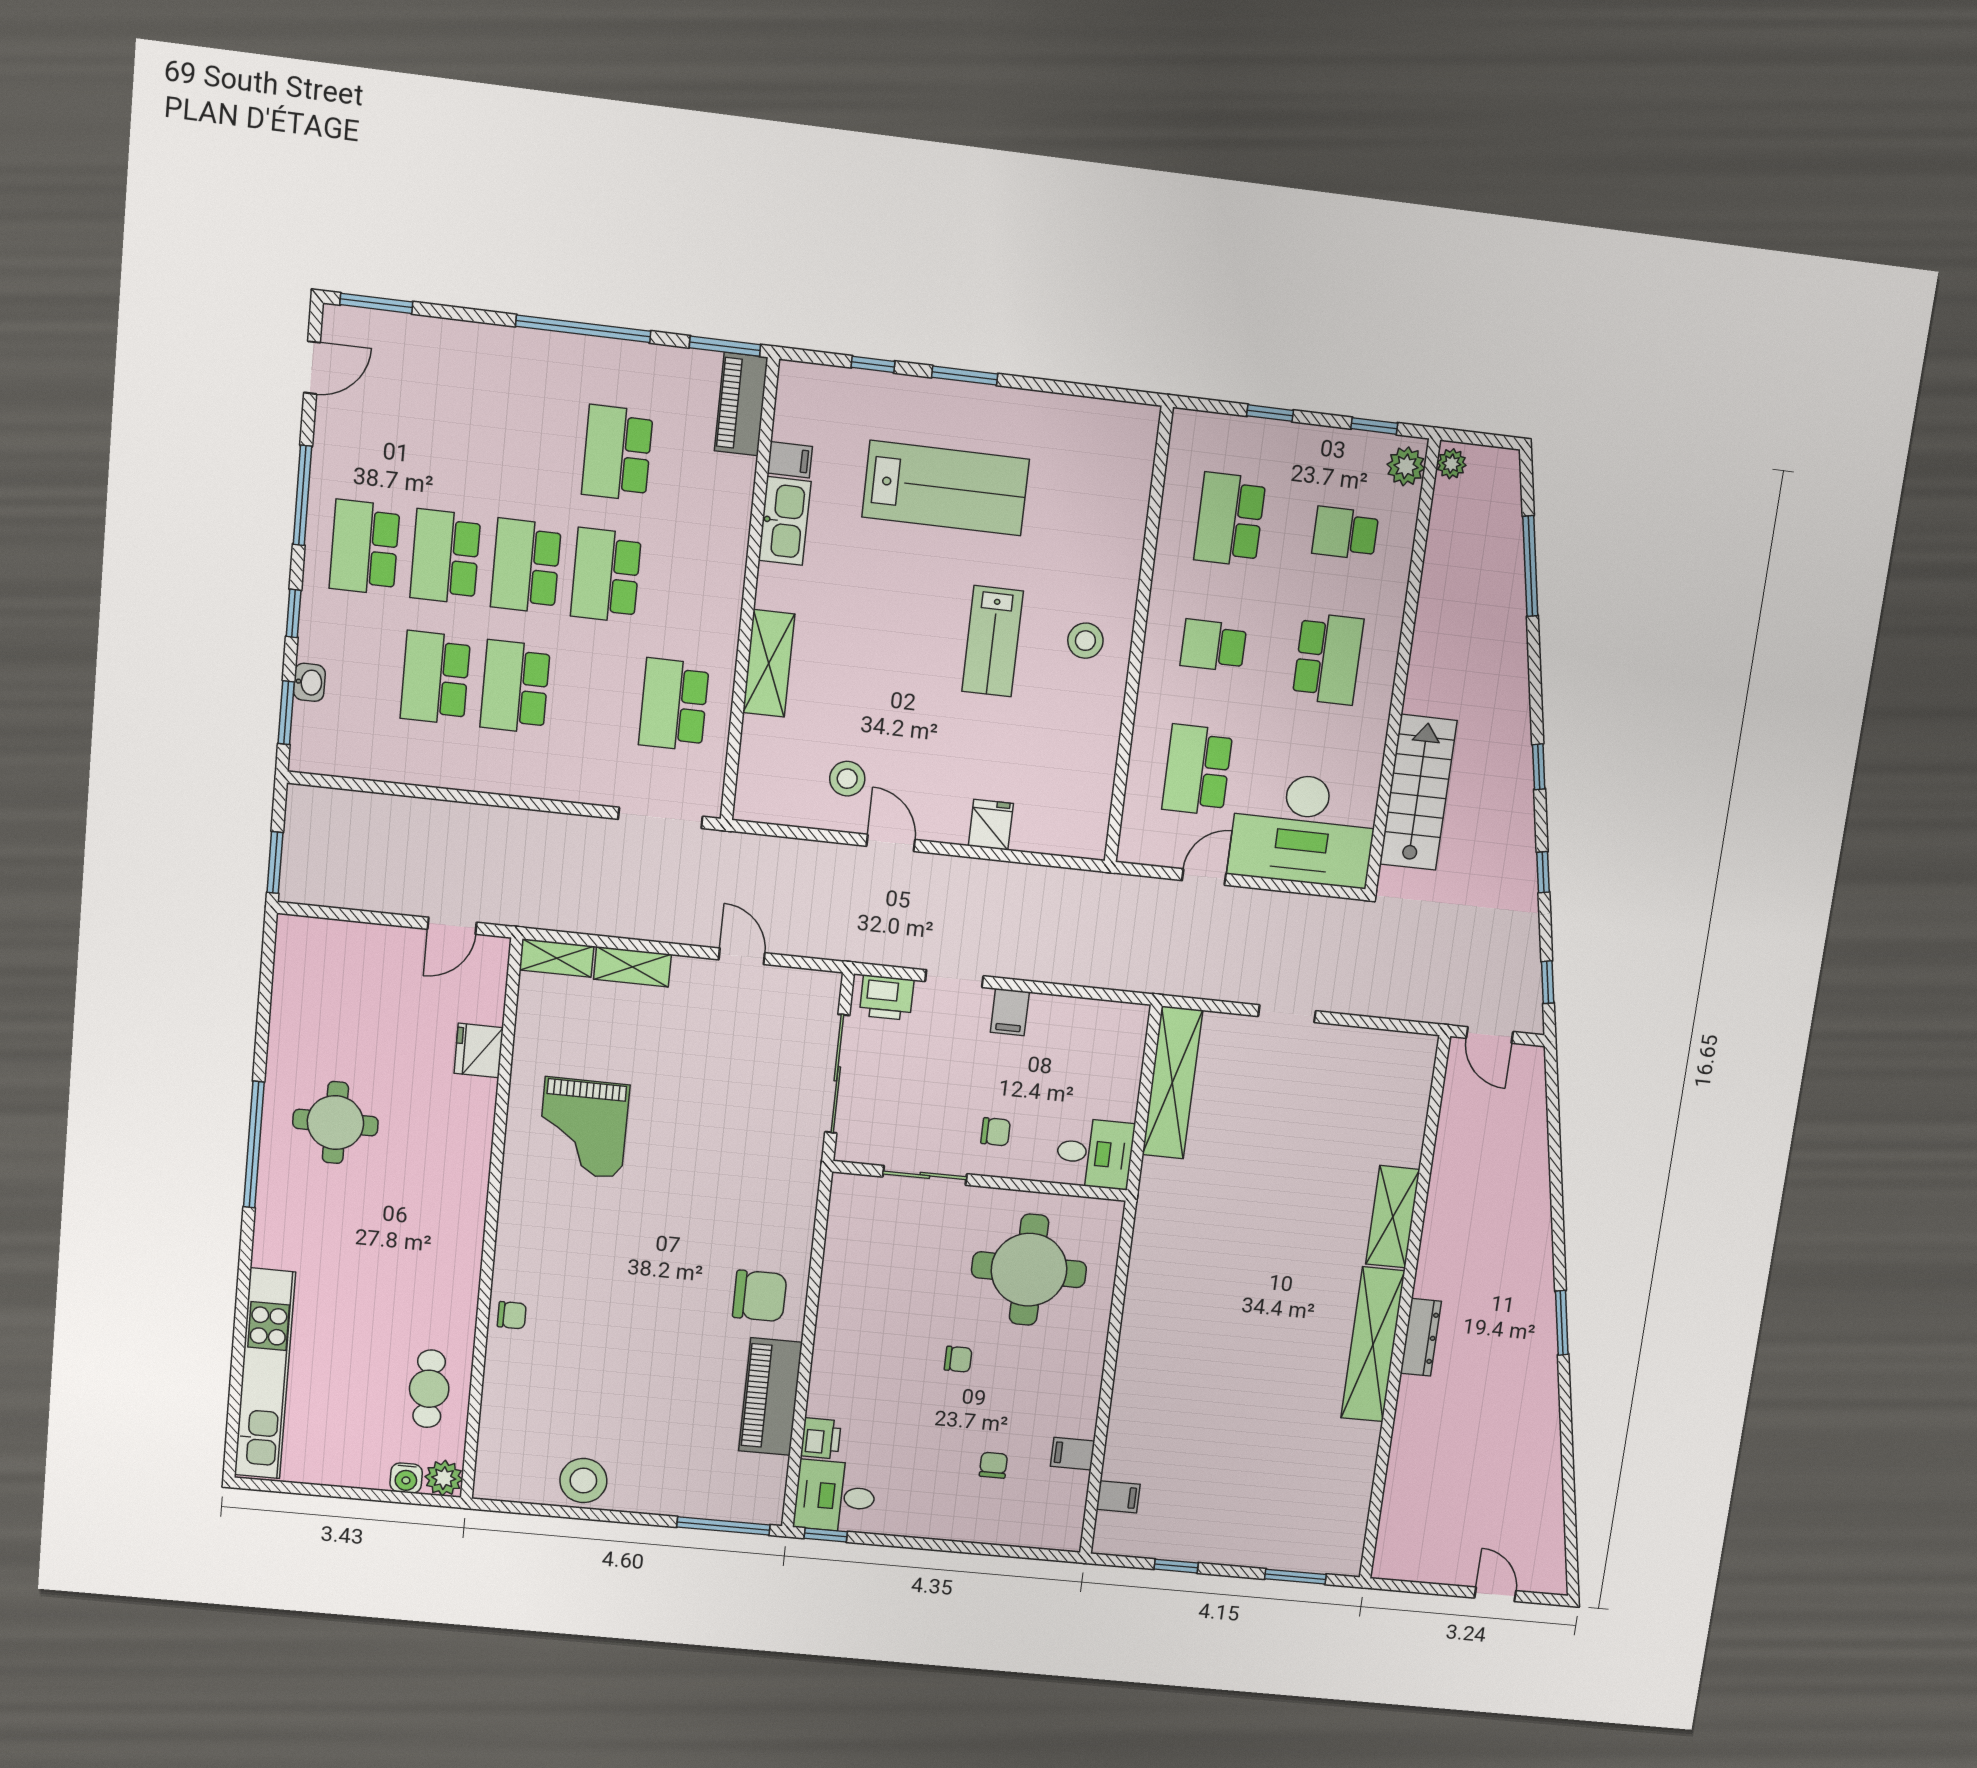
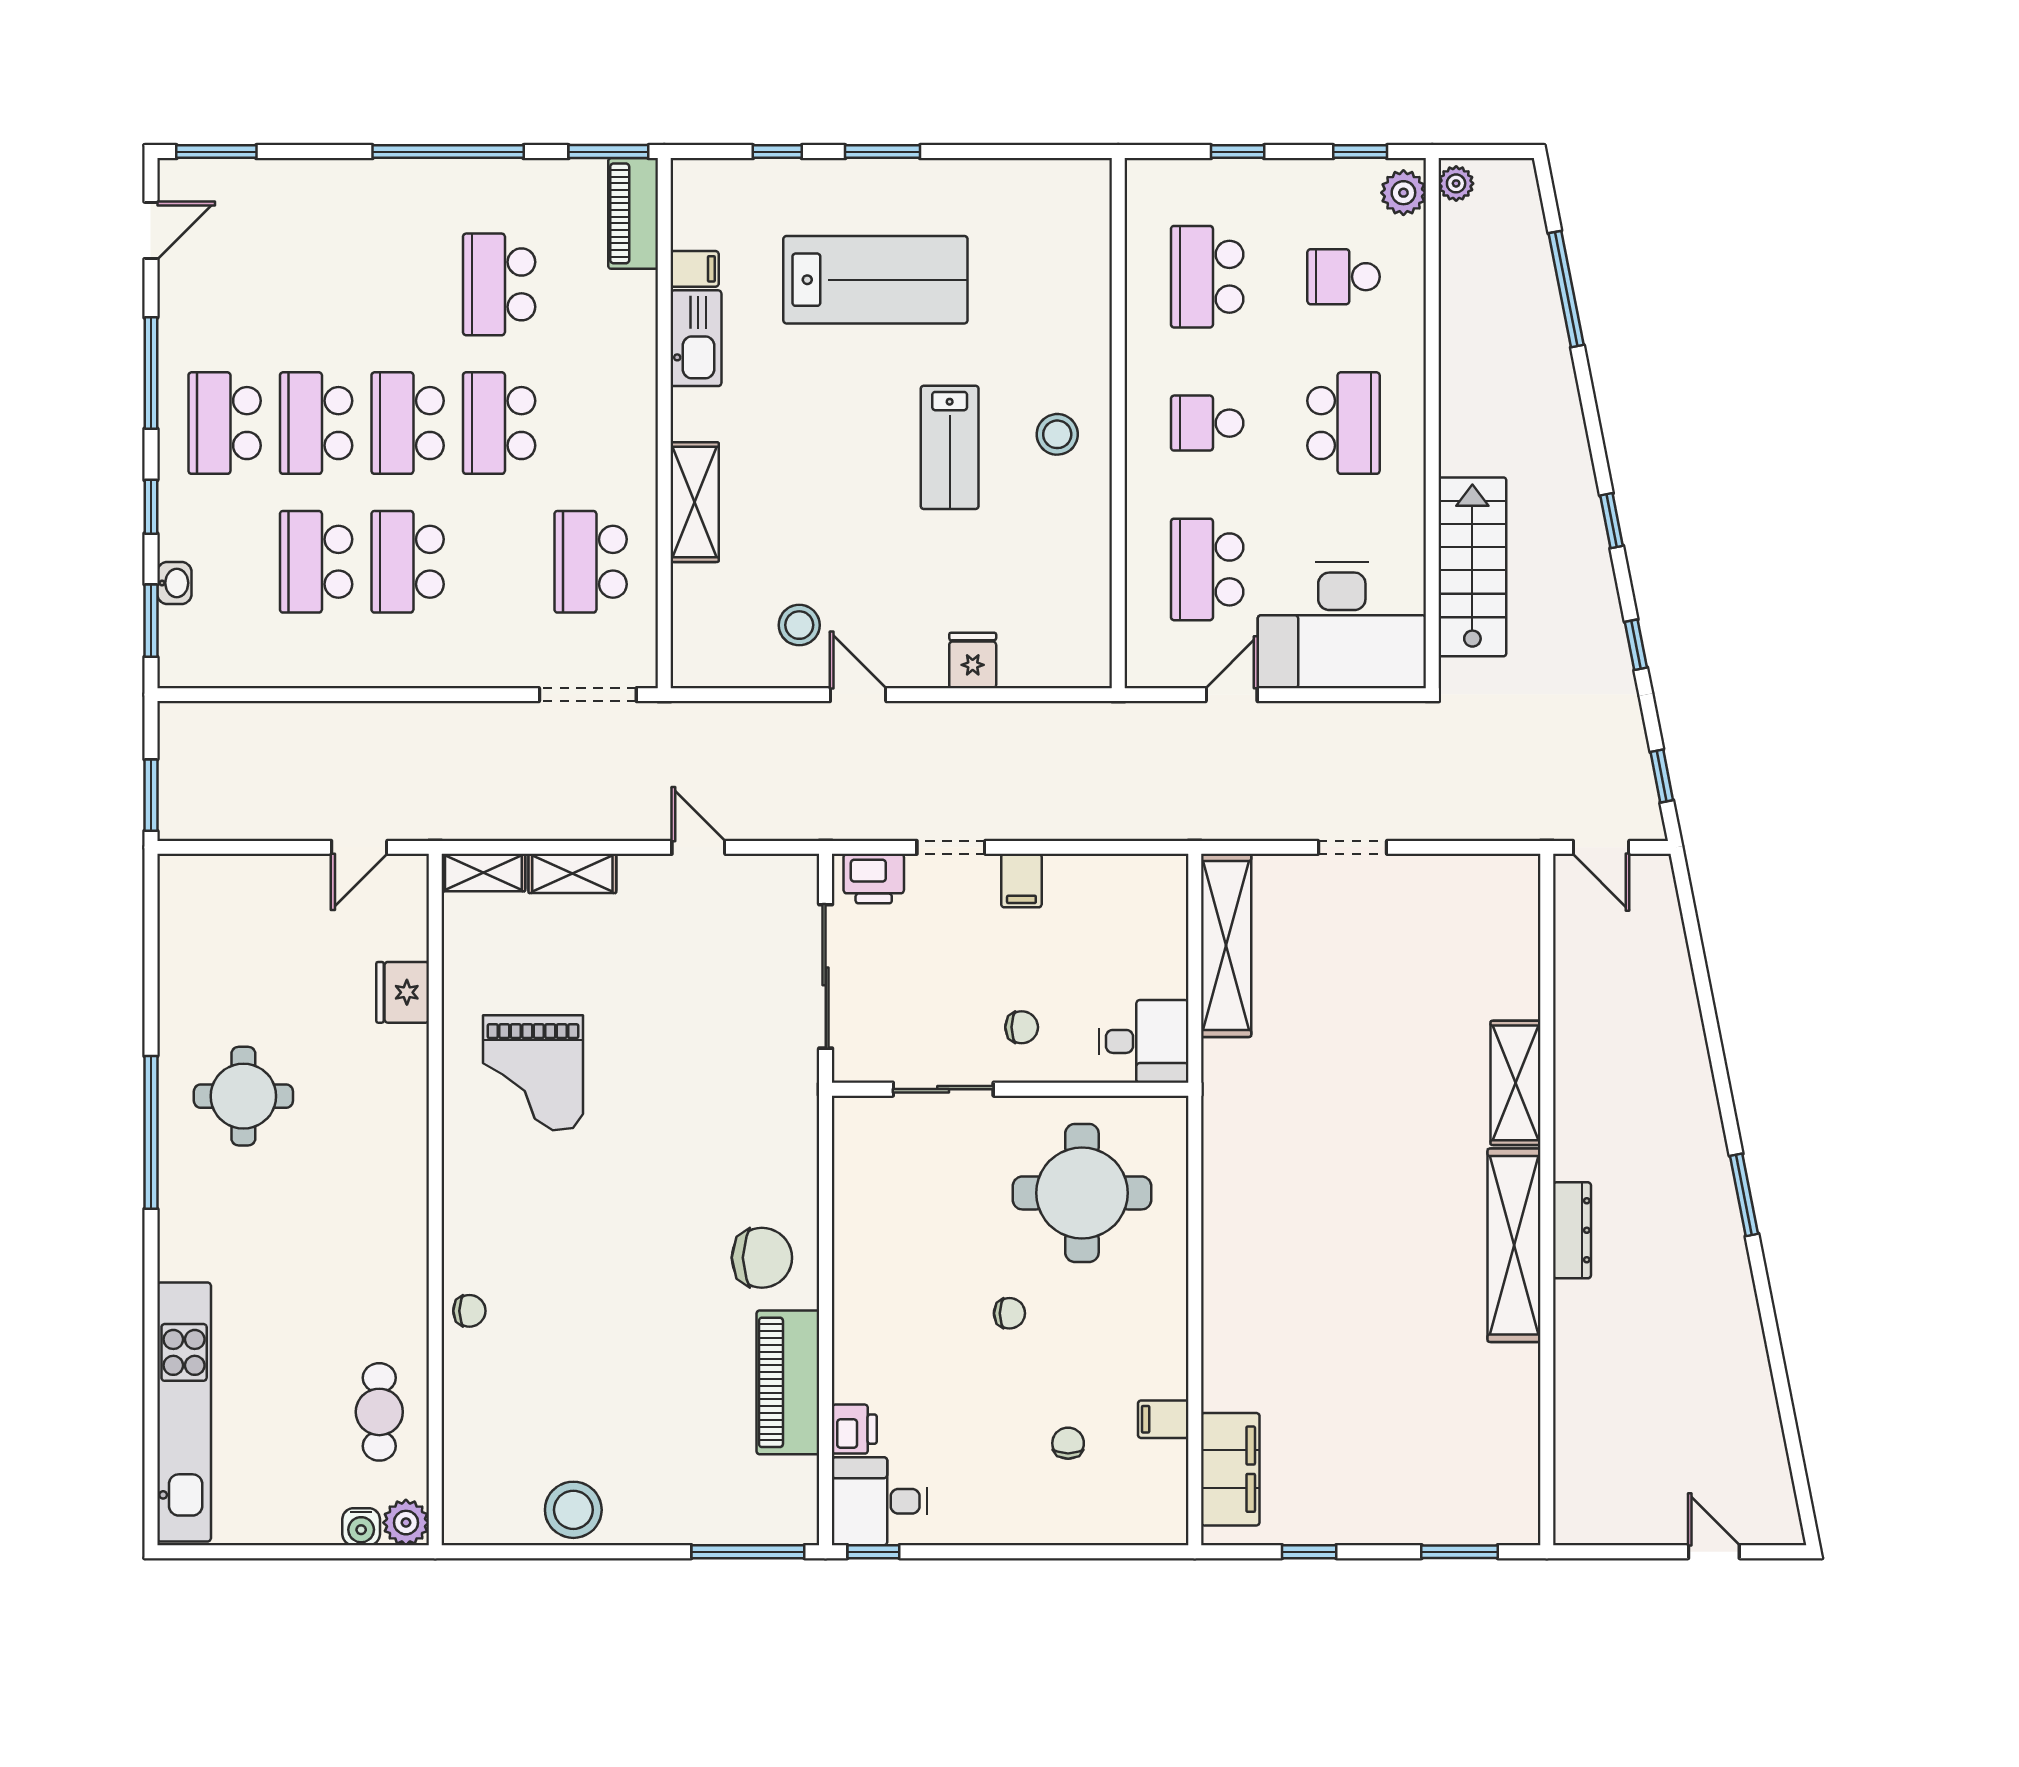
filing cabinet: (1118, 1497) -> (1230, 1469), width x3.00, depth x1.17

